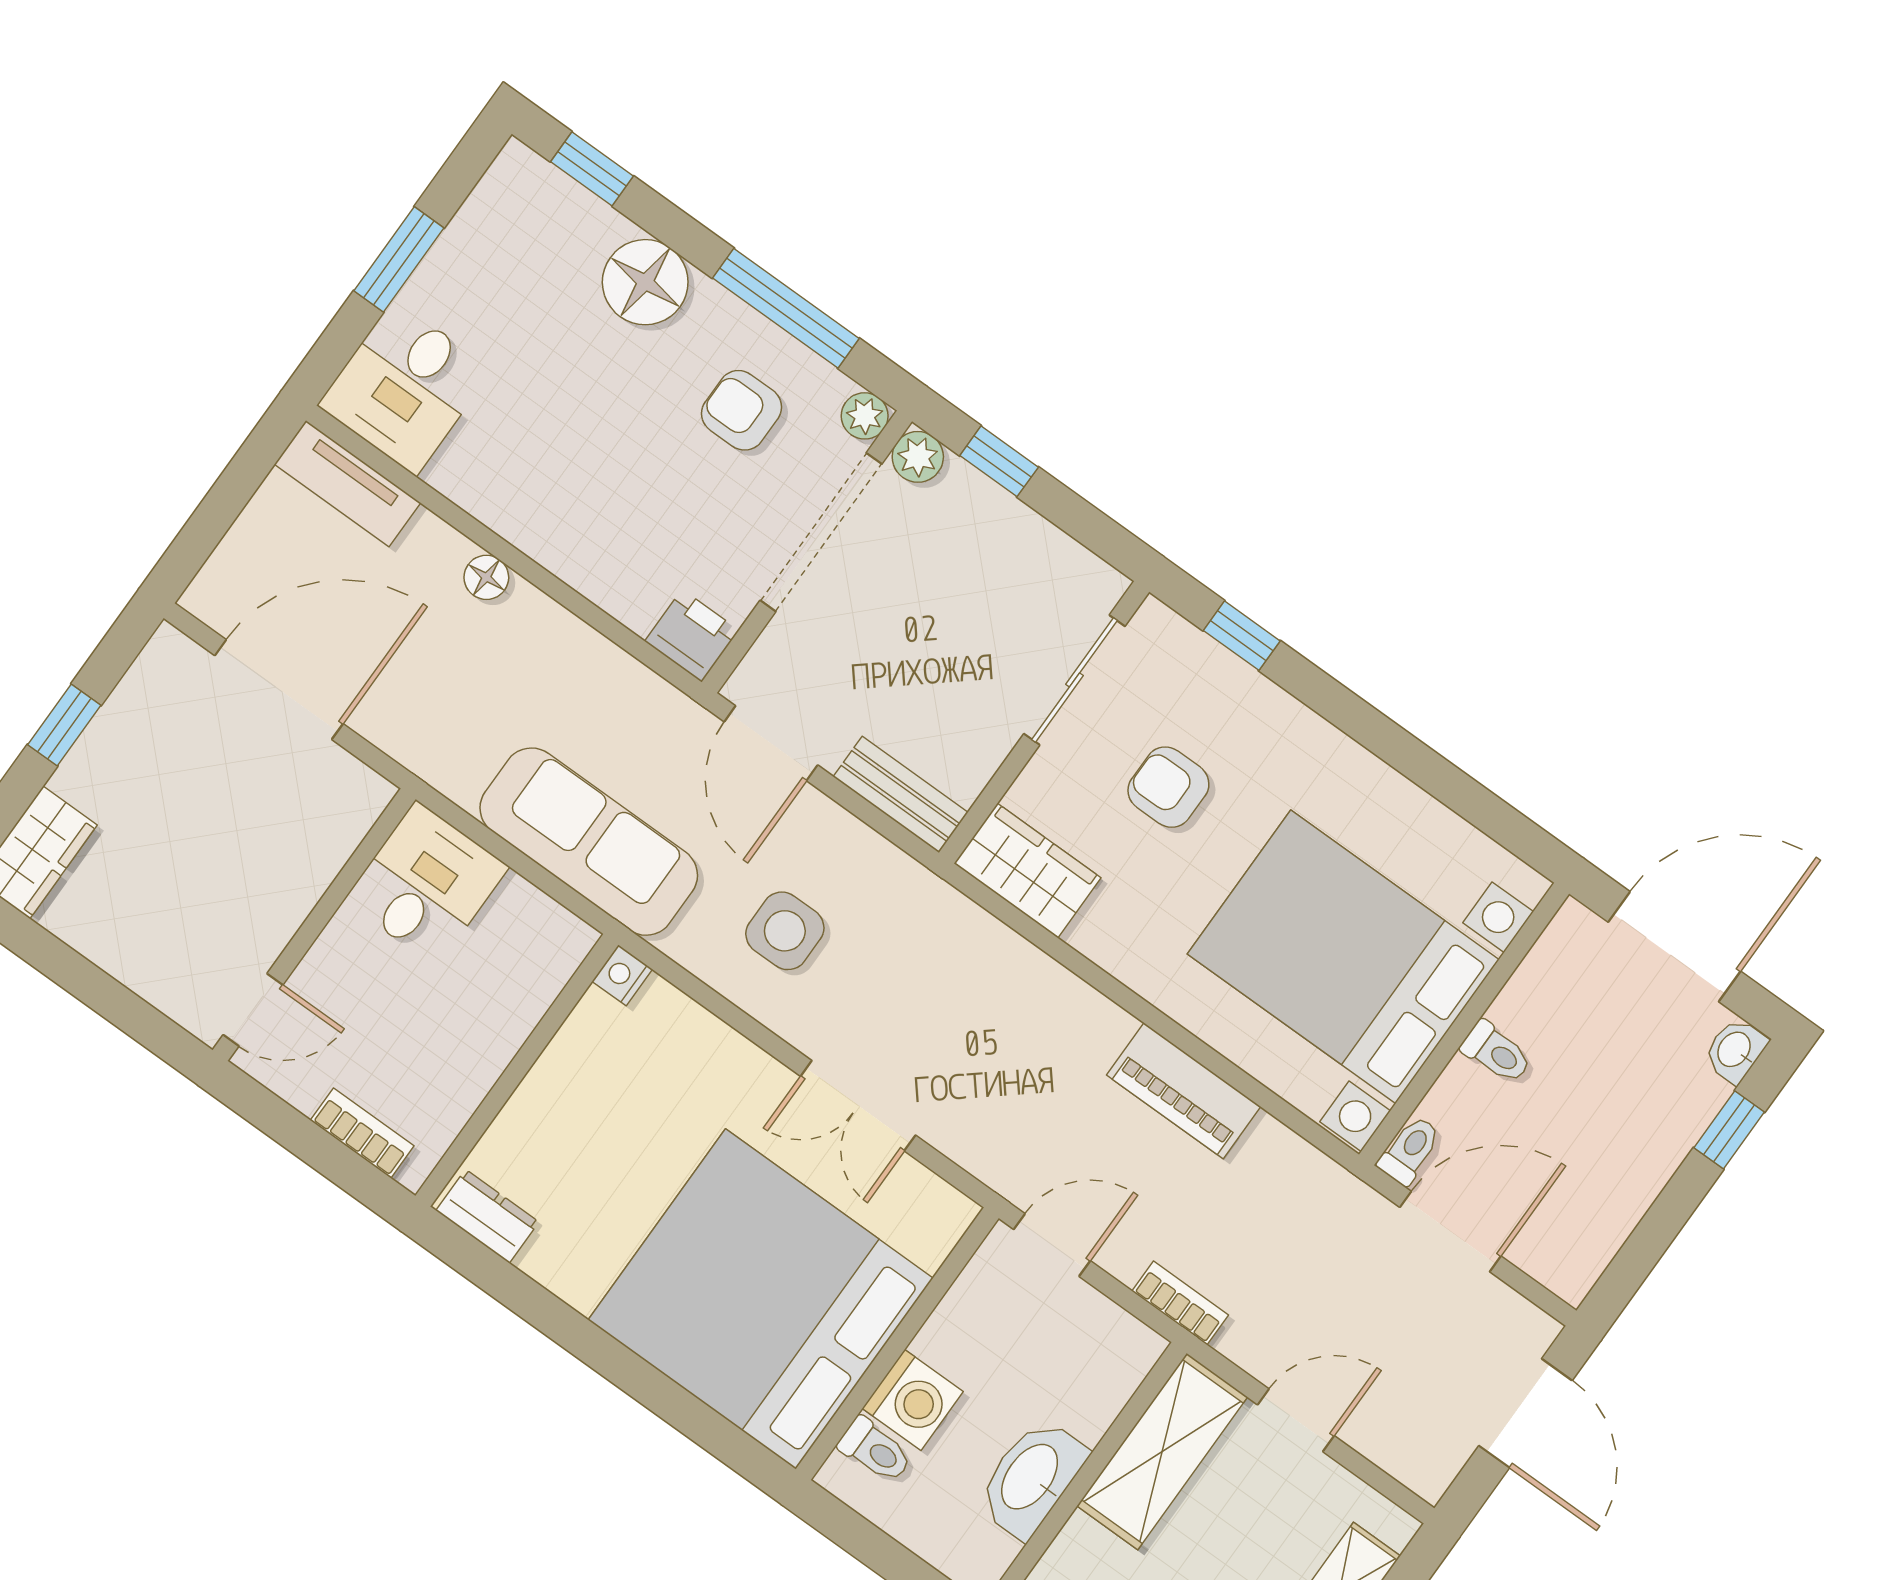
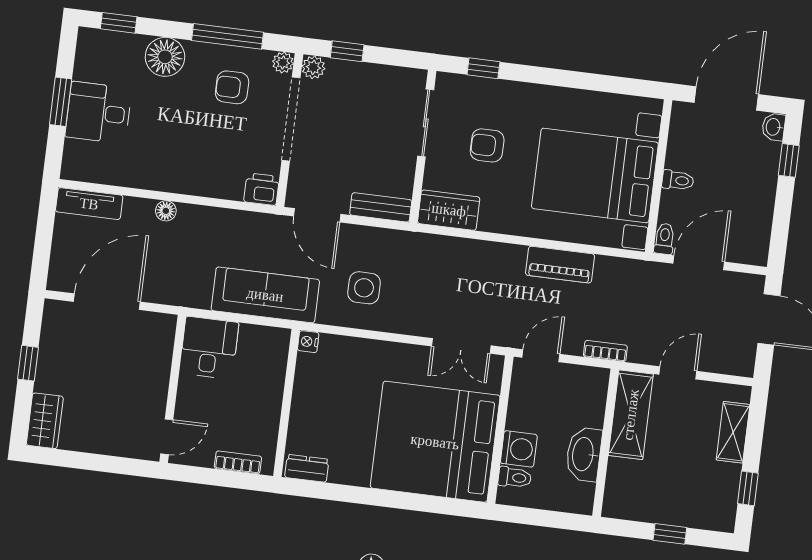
desk: (405, 387) -> (98, 113), moved, turned 90
double door: (858, 1106) -> (461, 346), moved

